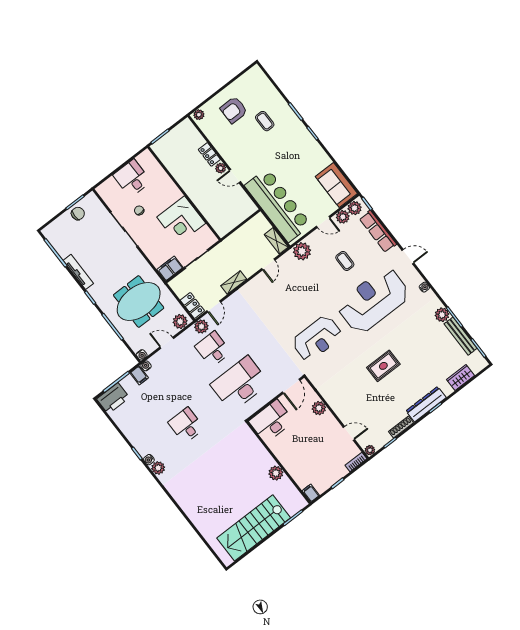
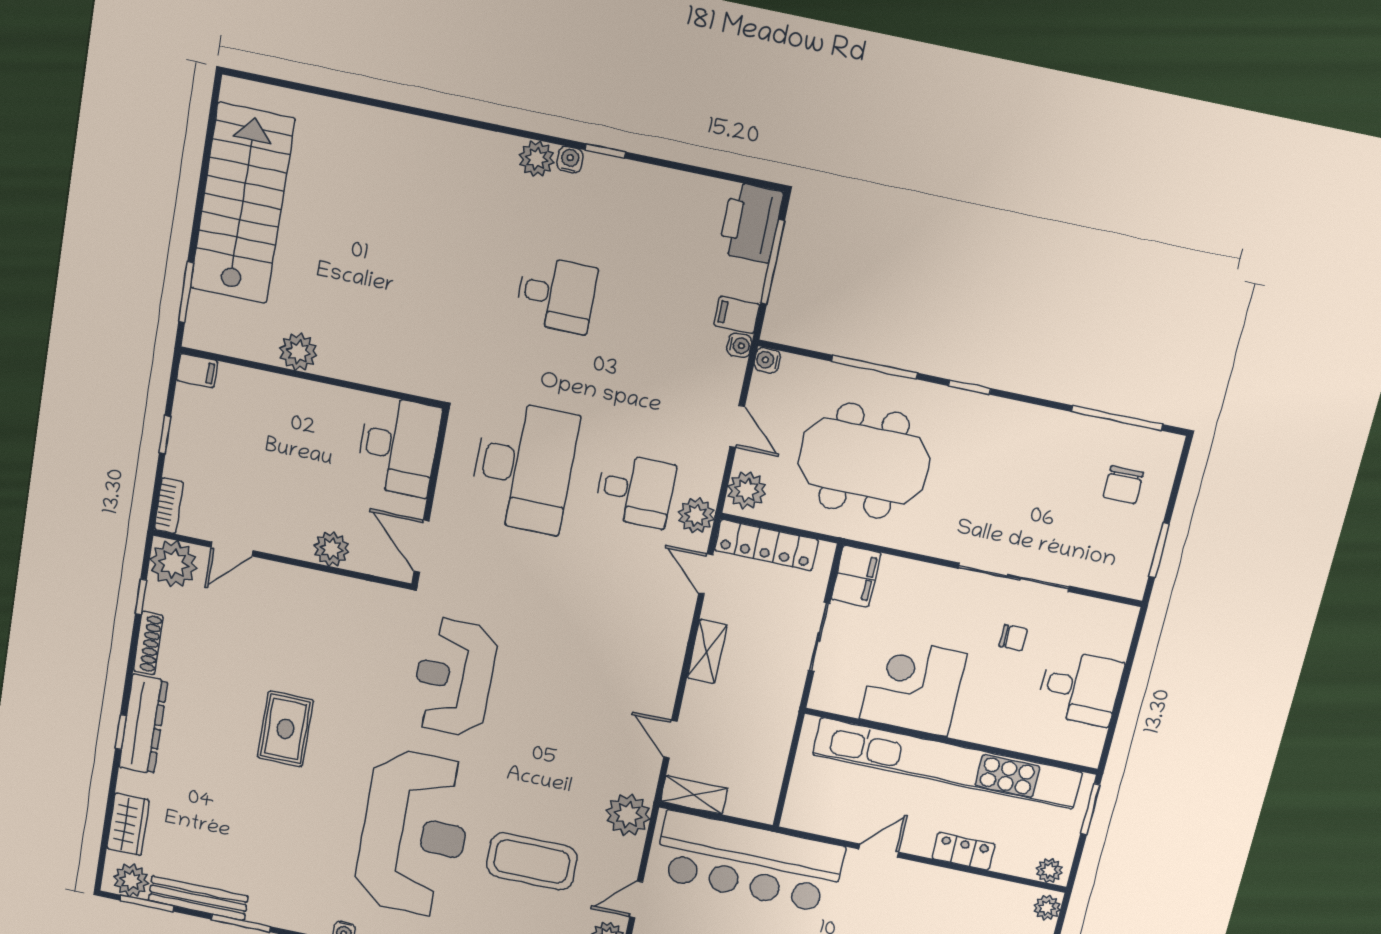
plant: (221, 168) -> (1049, 871), moved
kitchen unit: (191, 187) -> (947, 763), added
chair: (78, 214) -> (1123, 485), moved
coffee table: (345, 261) -> (532, 861), width x1.86, depth x1.72
tv unit: (78, 272) -> (1038, 418), removed
meeting table: (139, 301) -> (864, 461), turned 90
locker: (192, 305) -> (766, 545), width x1.53
plant: (442, 315) -> (131, 880), moved
door: (167, 343) -> (737, 427), hinge flipped
plant: (370, 450) -> (174, 564), width x1.87, depth x1.87

